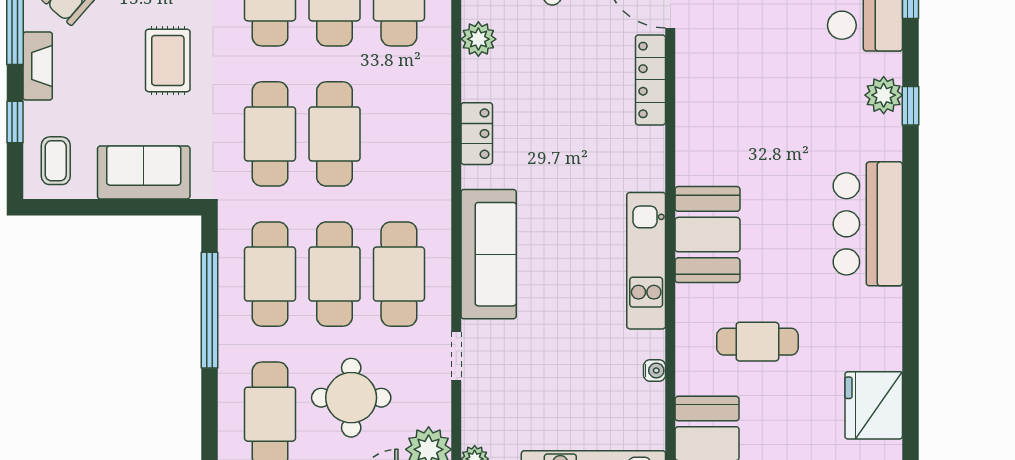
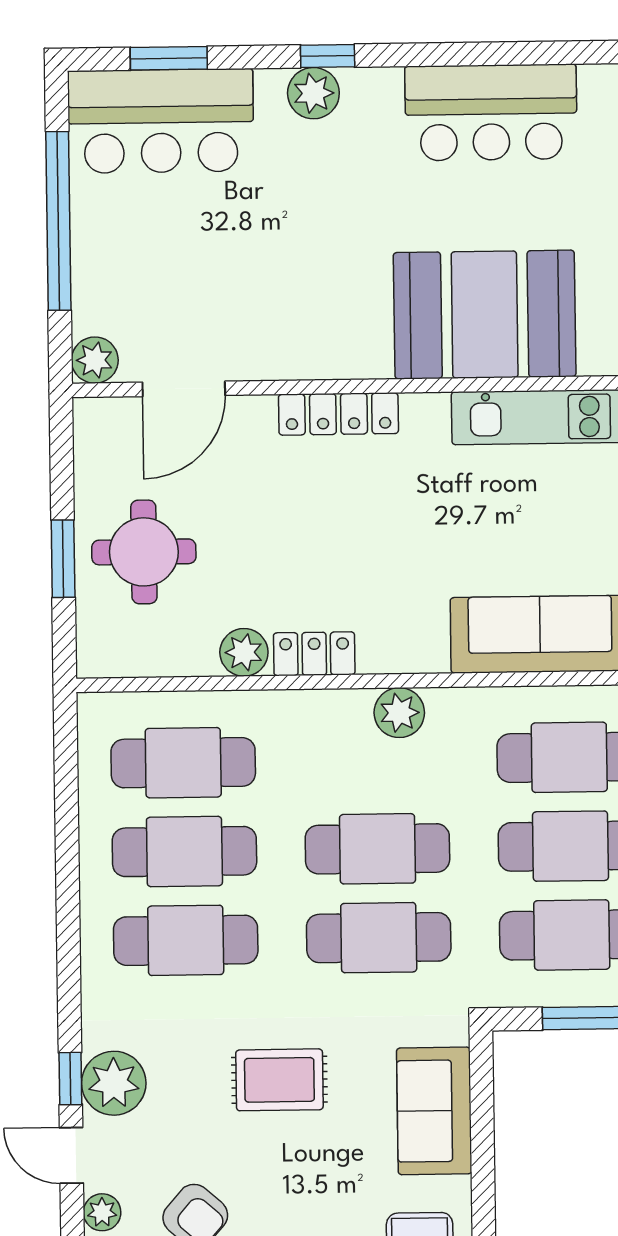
locker: (650, 80) -> (338, 414), moved
locker: (477, 134) -> (314, 654), moved
plant: (433, 151) -> (399, 713), added
booth: (707, 235) -> (485, 315), width x1.36, depth x1.42

